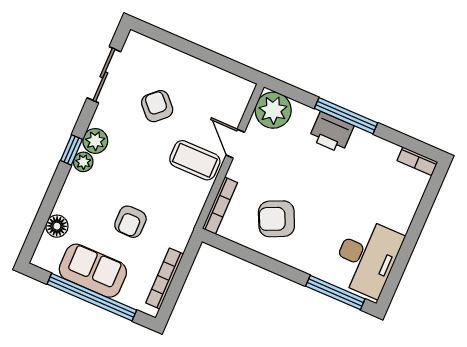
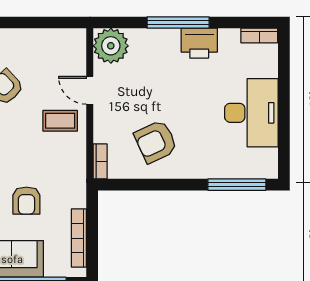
printer: (331, 132) -> (199, 43), moved
coffee table: (195, 160) -> (60, 121), width x0.73, depth x0.77
bookcase: (220, 206) -> (100, 161), width x0.64
desk: (367, 257) -> (251, 113), moved

